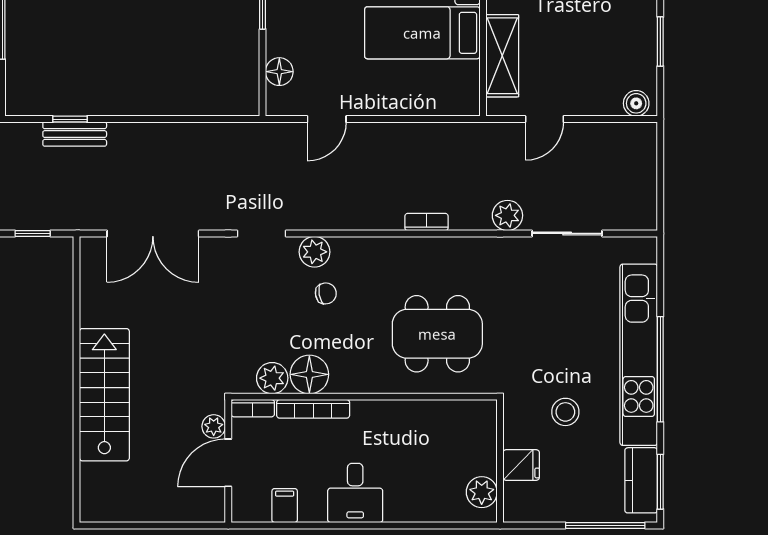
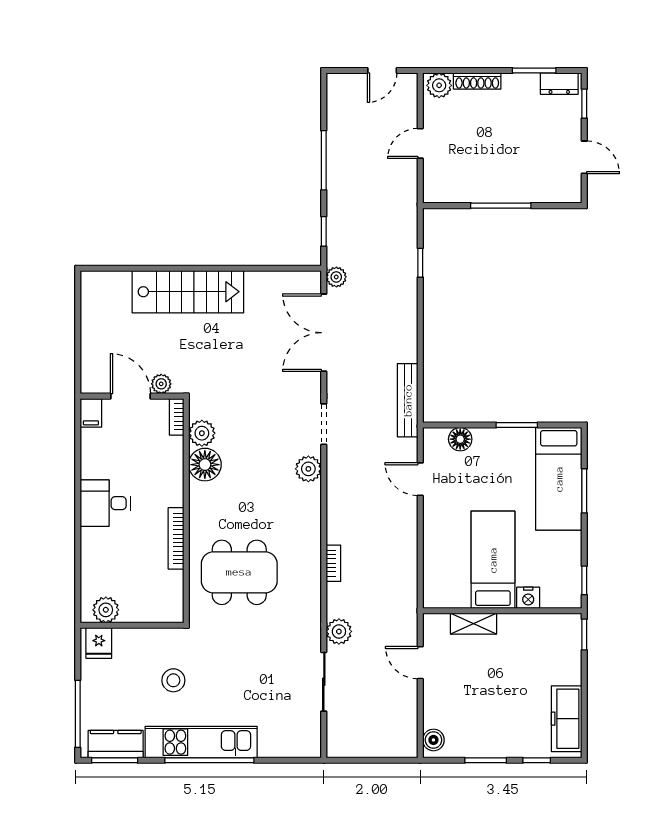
shelving: (502, 56) -> (473, 624), width x0.67, depth x0.75
bench: (75, 134) -> (408, 400), moved, width x1.36
plant: (87, 219) -> (336, 277), added
chair: (326, 293) -> (273, 478), removed
dining table: (437, 334) -> (239, 572), turned 90
kitchen unit: (639, 355) -> (201, 742), width x0.73
bookcase: (313, 409) -> (176, 538), moved
fridge: (521, 465) -> (99, 643), moved
filing cabinet: (285, 506) -> (91, 413), moved, turned 90

